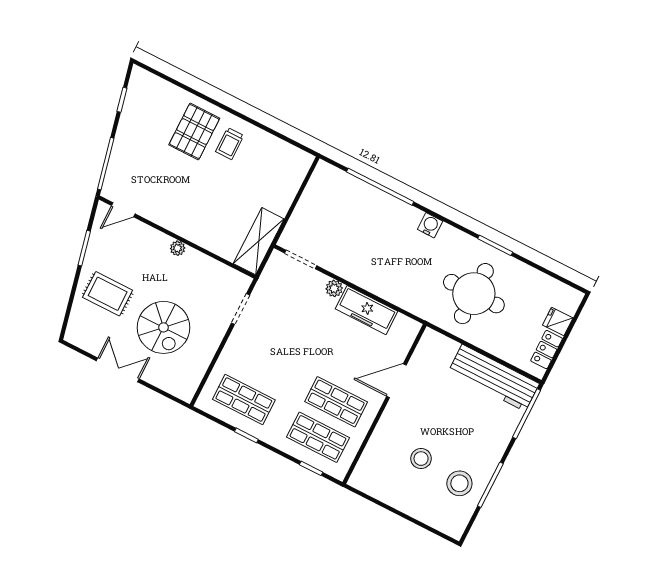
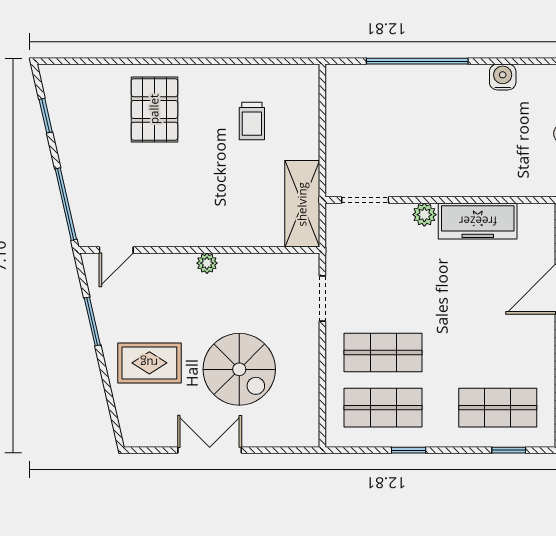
trolley: (230, 144) -> (252, 121), moved
shop shelf: (336, 402) -> (383, 353), moved

